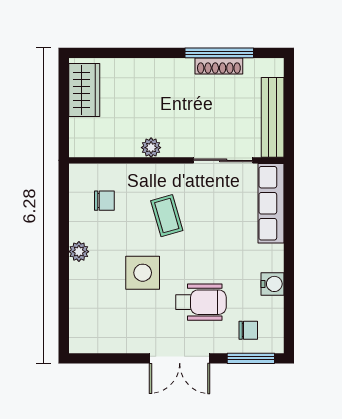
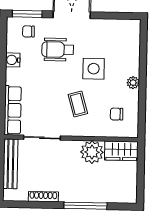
window: (219, 53) -> (85, 206), moved
wardrobe: (84, 90) -> (121, 151), moved, turned -90
plant: (151, 148) -> (92, 152), width x1.87, depth x1.87

